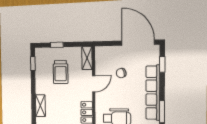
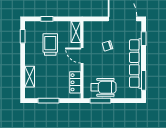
trolley: (61, 72) -> (50, 45), turned 180
door: (94, 84) -> (82, 56), swing flipped

